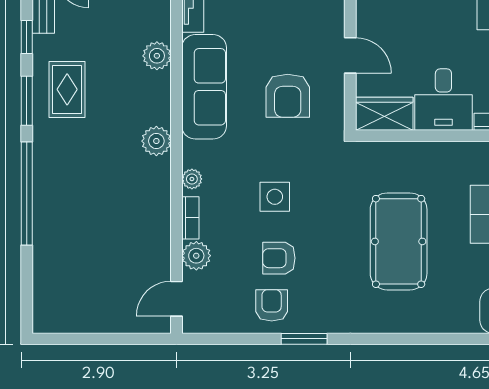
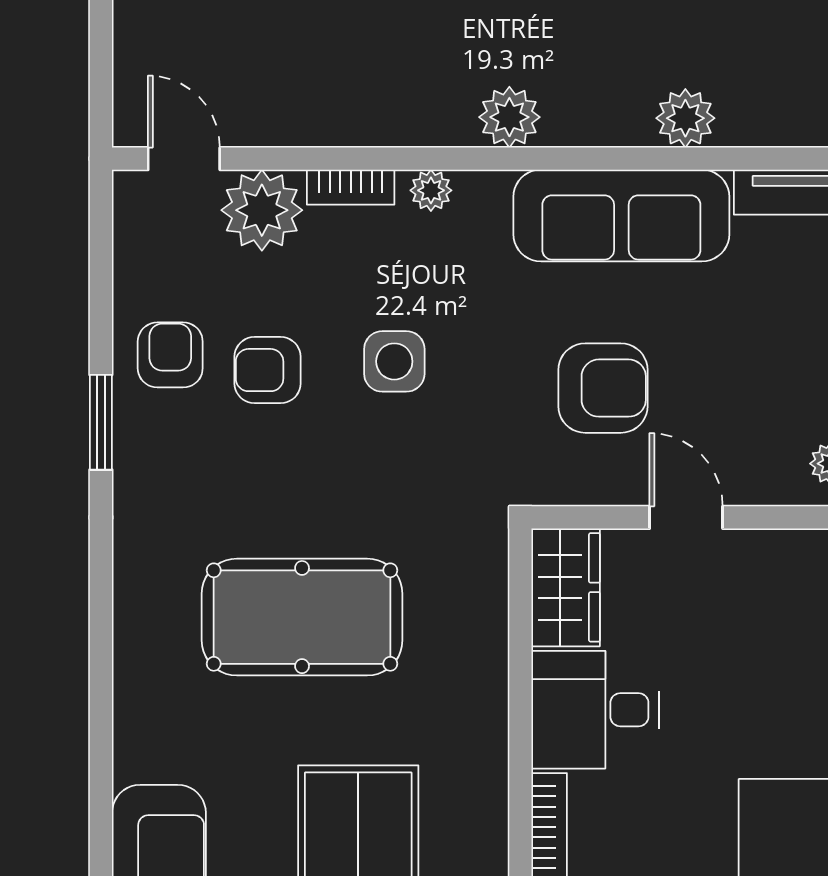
door: (350, 55) -> (686, 517), swing flipped
armchair: (288, 96) -> (603, 388), turned 180
plant: (196, 256) -> (262, 210), width x1.36, depth x1.36
armchair: (279, 258) -> (268, 370), turned -90
armchair: (272, 305) -> (170, 355), turned -90

